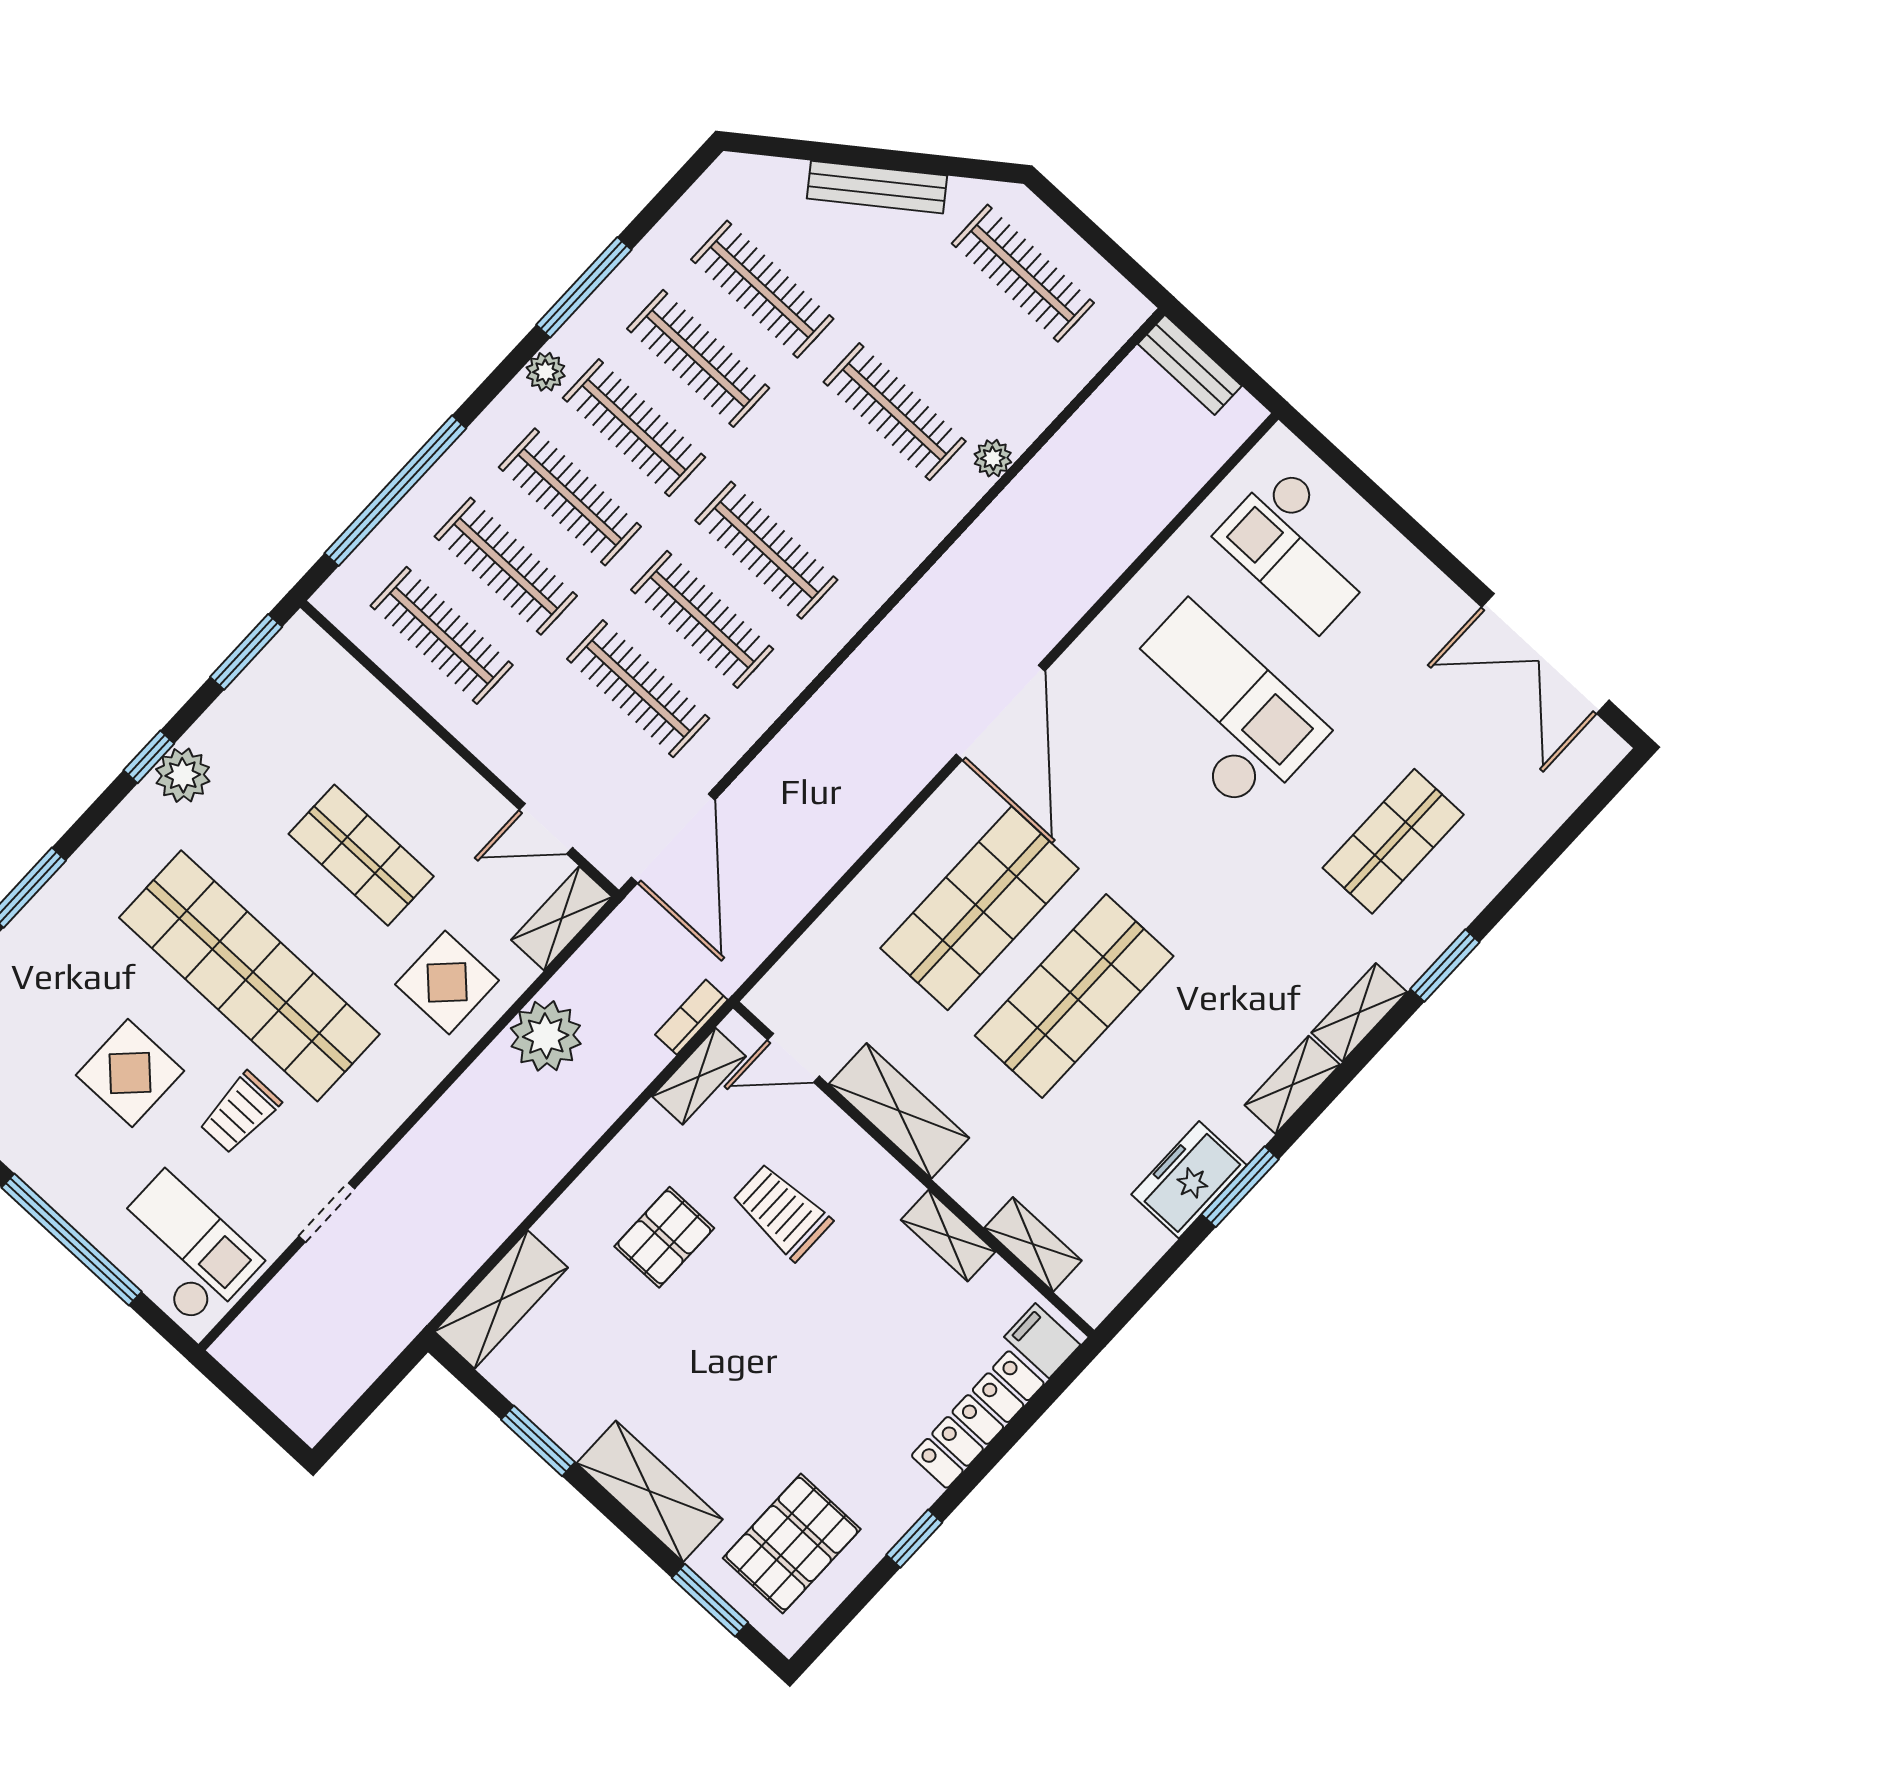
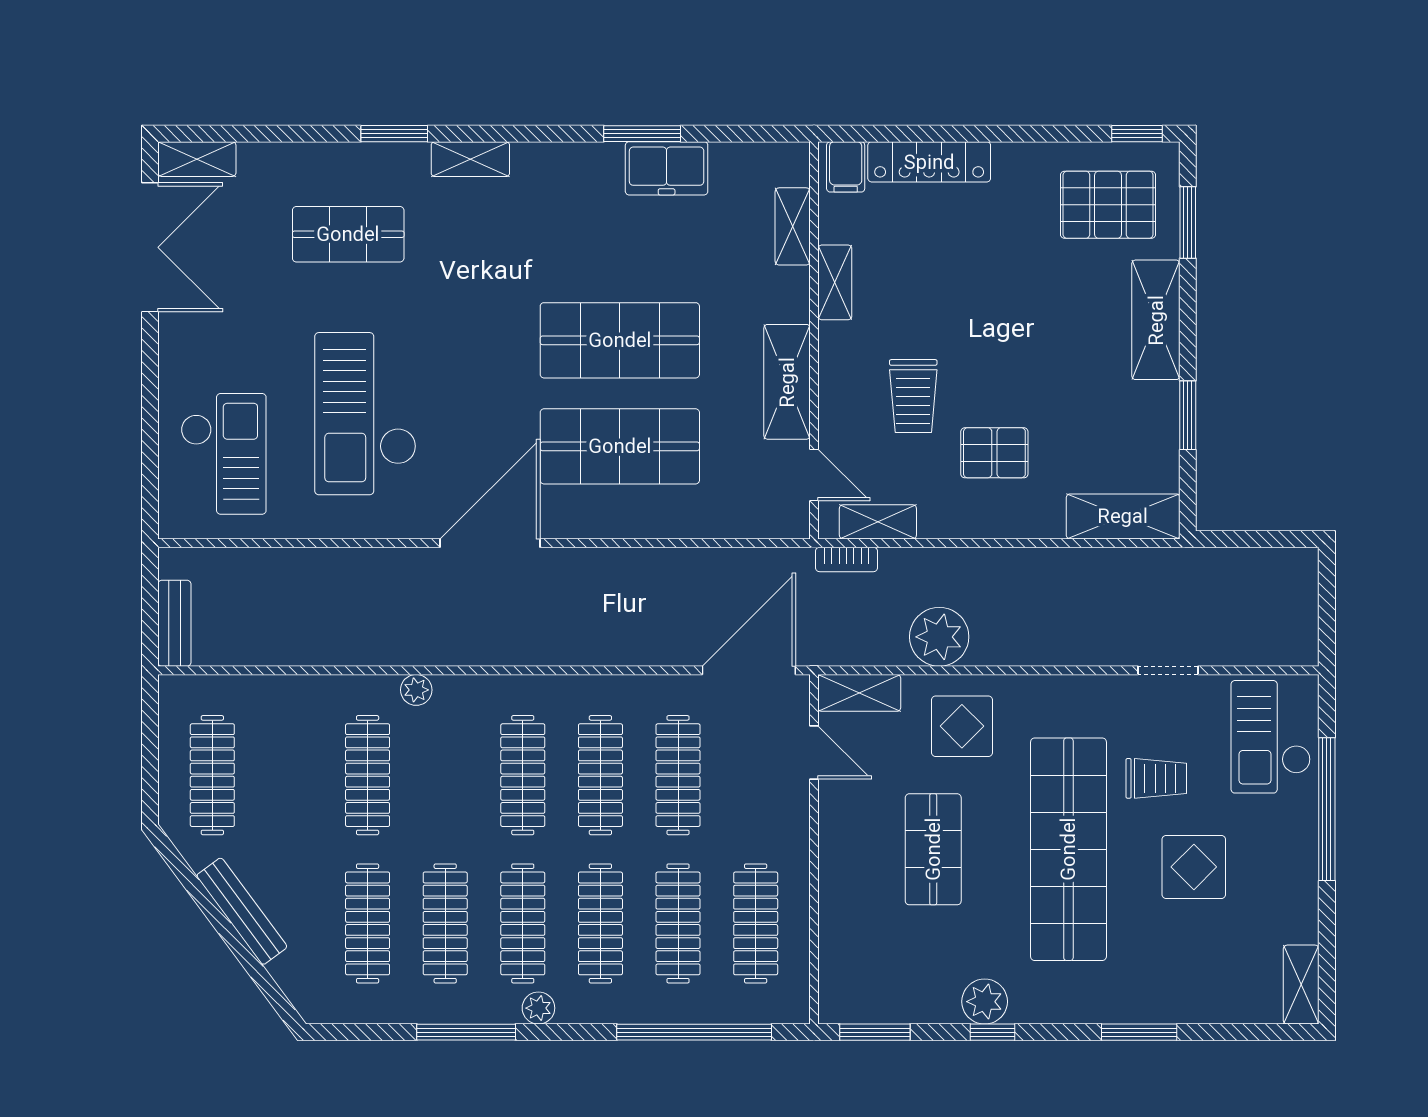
plant: (993, 458) -> (416, 690), moved
shelving: (1292, 1085) -> (197, 159), moved
window: (914, 1539) -> (1137, 134), moved

